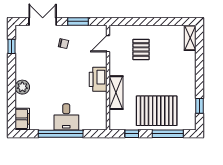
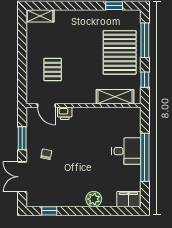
pallet: (141, 49) -> (53, 70), turned 90
printer: (98, 79) -> (65, 113), moved, width x0.53, depth x0.68
shelving: (116, 93) -> (115, 97), moved

